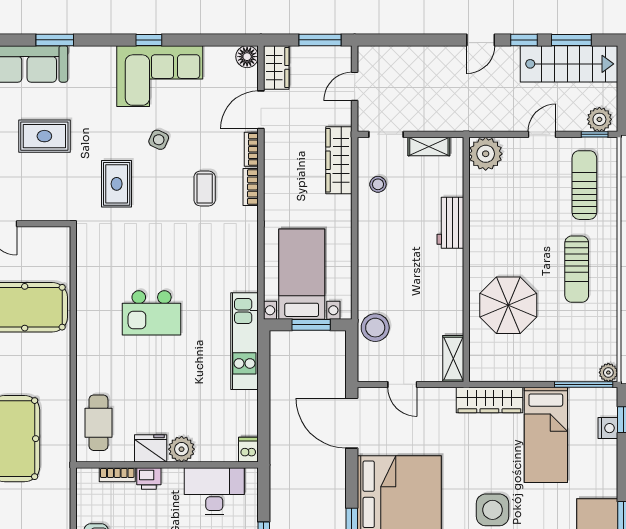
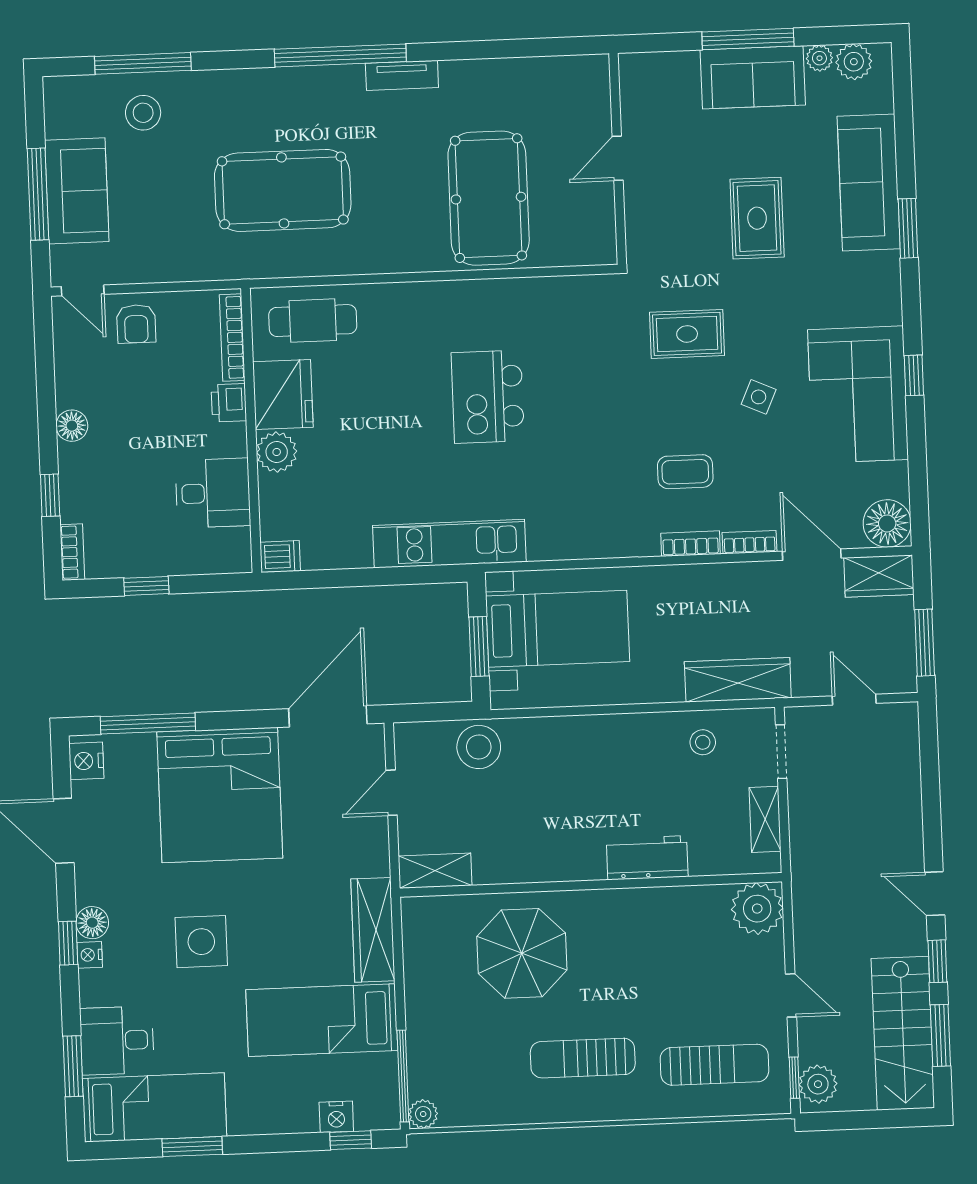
floor lamp: (247, 57) -> (887, 523), width x1.38, depth x1.38
fridge: (151, 448) -> (283, 394), width x1.36, depth x1.34
bookcase: (117, 475) -> (232, 338), width x1.56
desk: (214, 491) -> (213, 493), width x0.73

